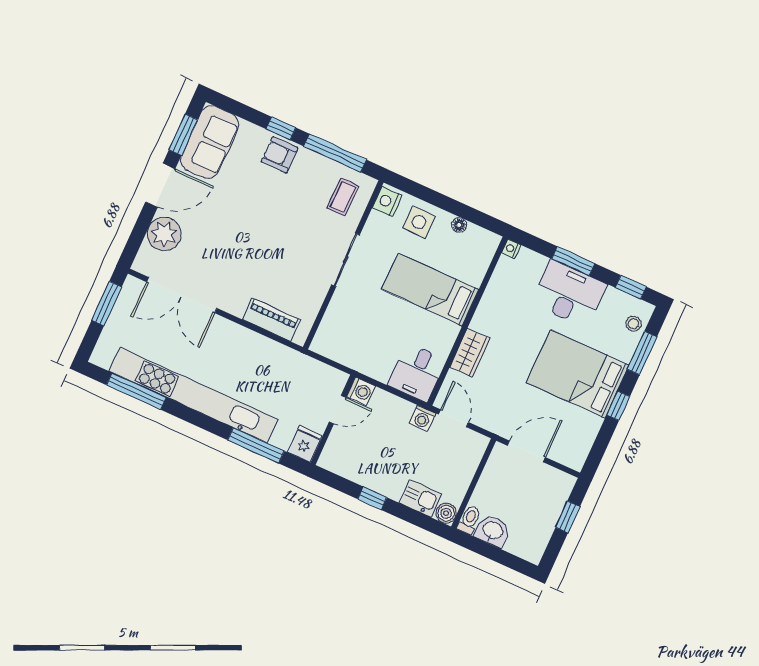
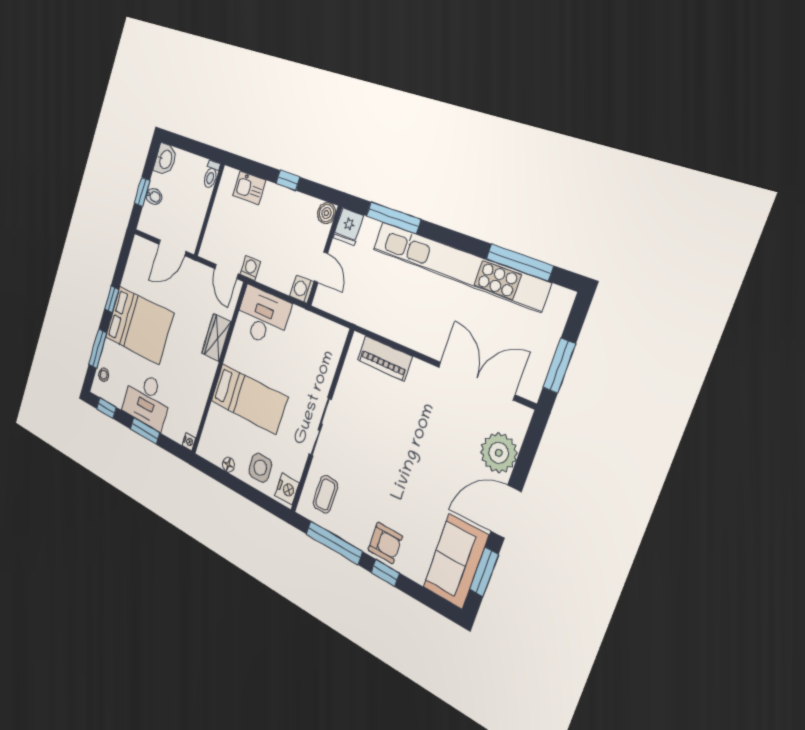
desk: (417, 373) -> (263, 316), width x1.37
door: (337, 410) -> (321, 267), swing flipped
bidet: (550, 509) -> (154, 196), added
boiler: (446, 513) -> (326, 213), moved
washbasin: (493, 531) -> (165, 159), moved, turned -90

